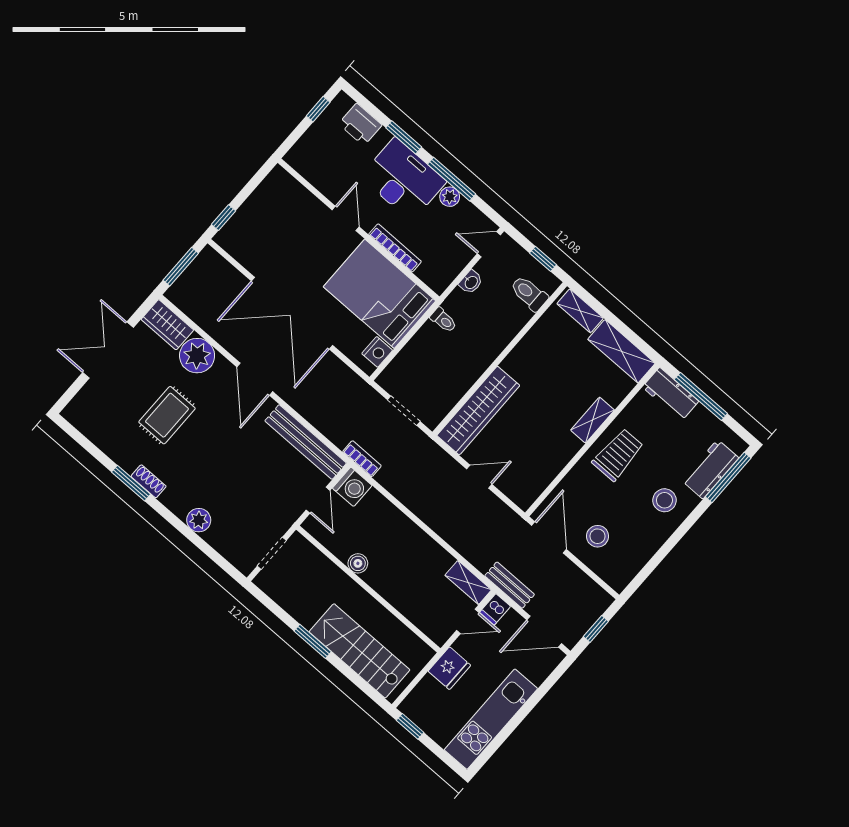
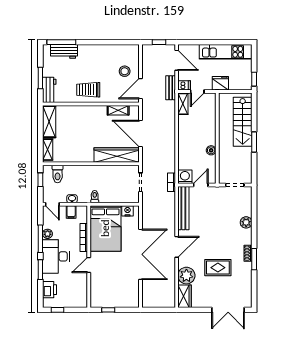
window: (223, 218) -> (108, 310), moved
filing cabinet: (452, 263) -> (71, 212), added
window: (181, 267) -> (159, 310), removed
double door: (108, 350) -> (228, 310), moved
window: (701, 397) -> (40, 78), width x0.69
shelving: (593, 420) -> (118, 110), moved
door: (479, 477) -> (141, 134), width x1.88
stool: (664, 500) -> (90, 58), removed
door: (468, 621) -> (197, 92), swing flipped

